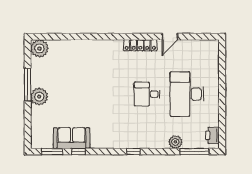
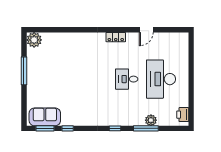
locker: (140, 45) -> (116, 37), width x0.66
plant: (39, 97) -> (34, 81), removed
sofa: (72, 138) -> (45, 117), moved
window: (194, 152) -> (146, 128), moved

